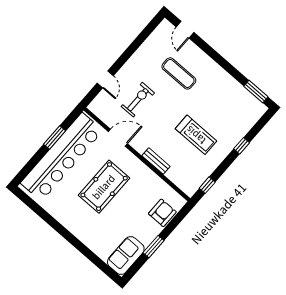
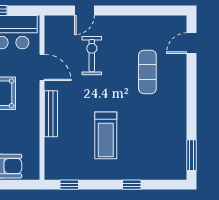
exercise bike: (138, 100) -> (92, 56), turned -90
bench: (156, 161) -> (51, 114), width x1.36

